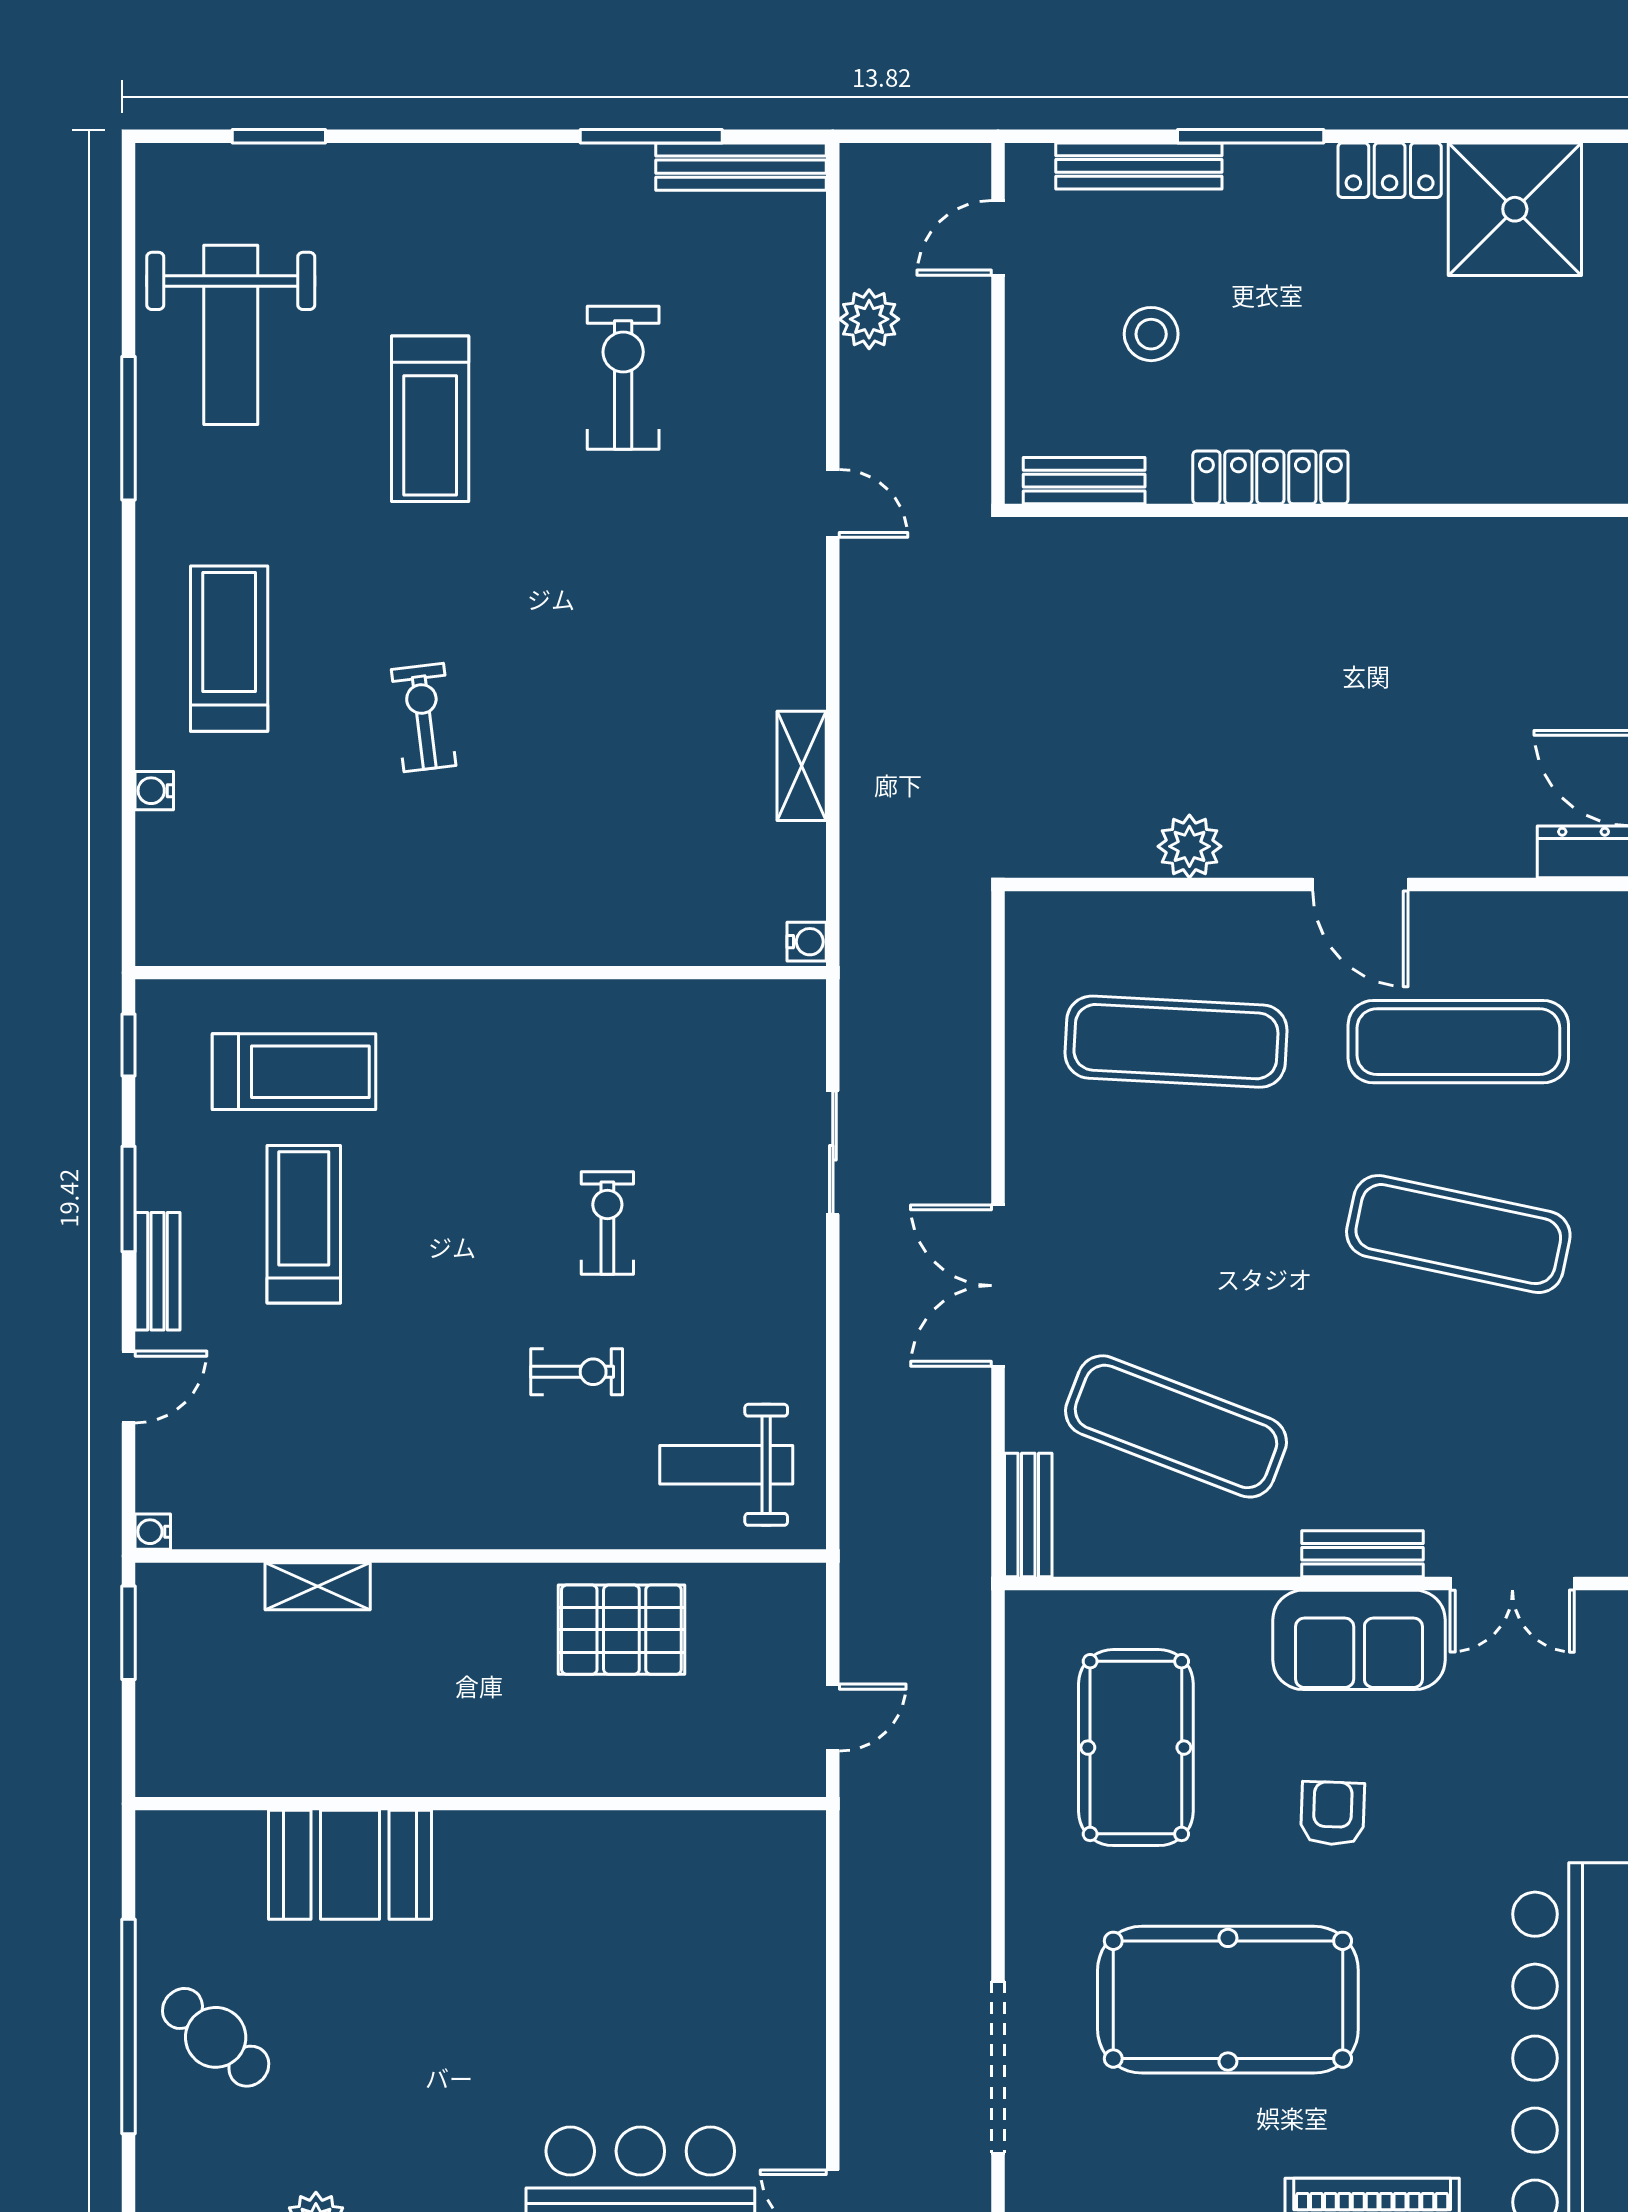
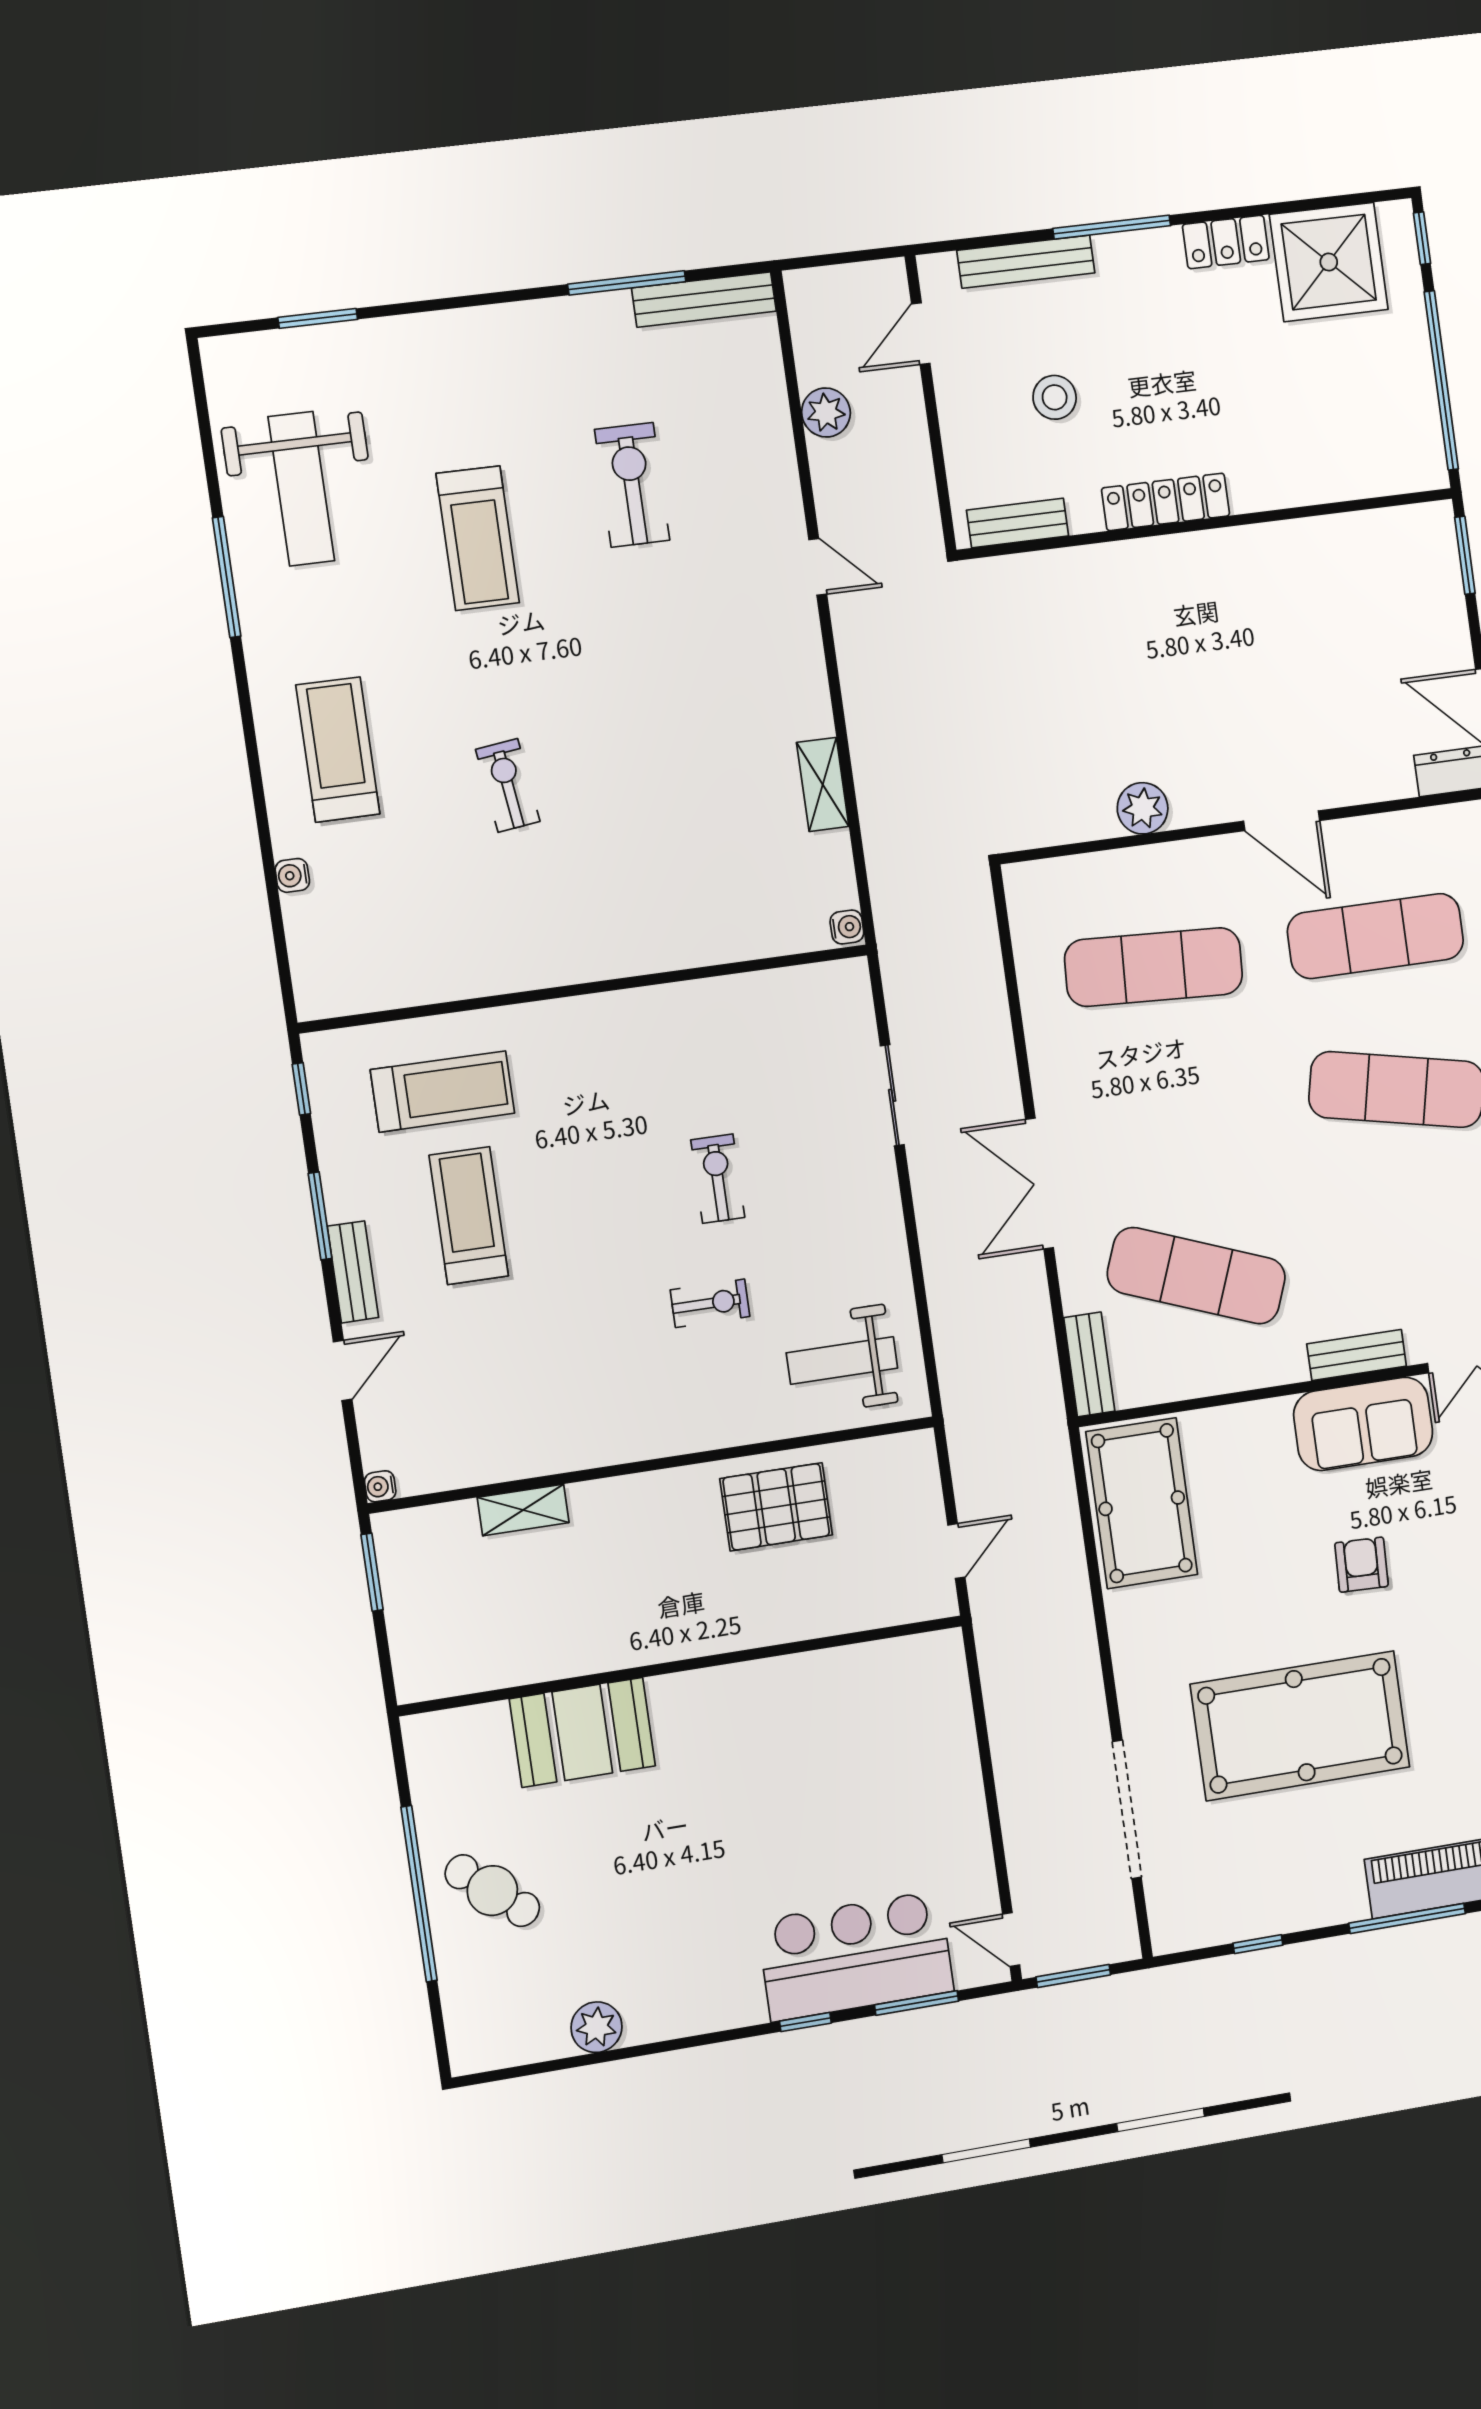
pool table: (1136, 1748) -> (1142, 1503), moved

